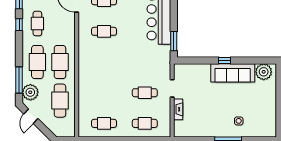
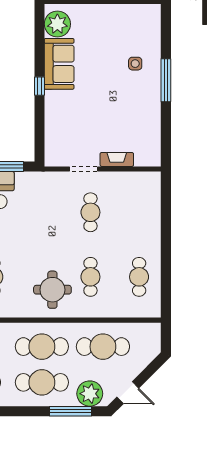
round table: (96, 69) -> (52, 290), added
sofa: (233, 73) -> (59, 64), width x0.73
cafe table: (145, 123) -> (90, 277), moved

